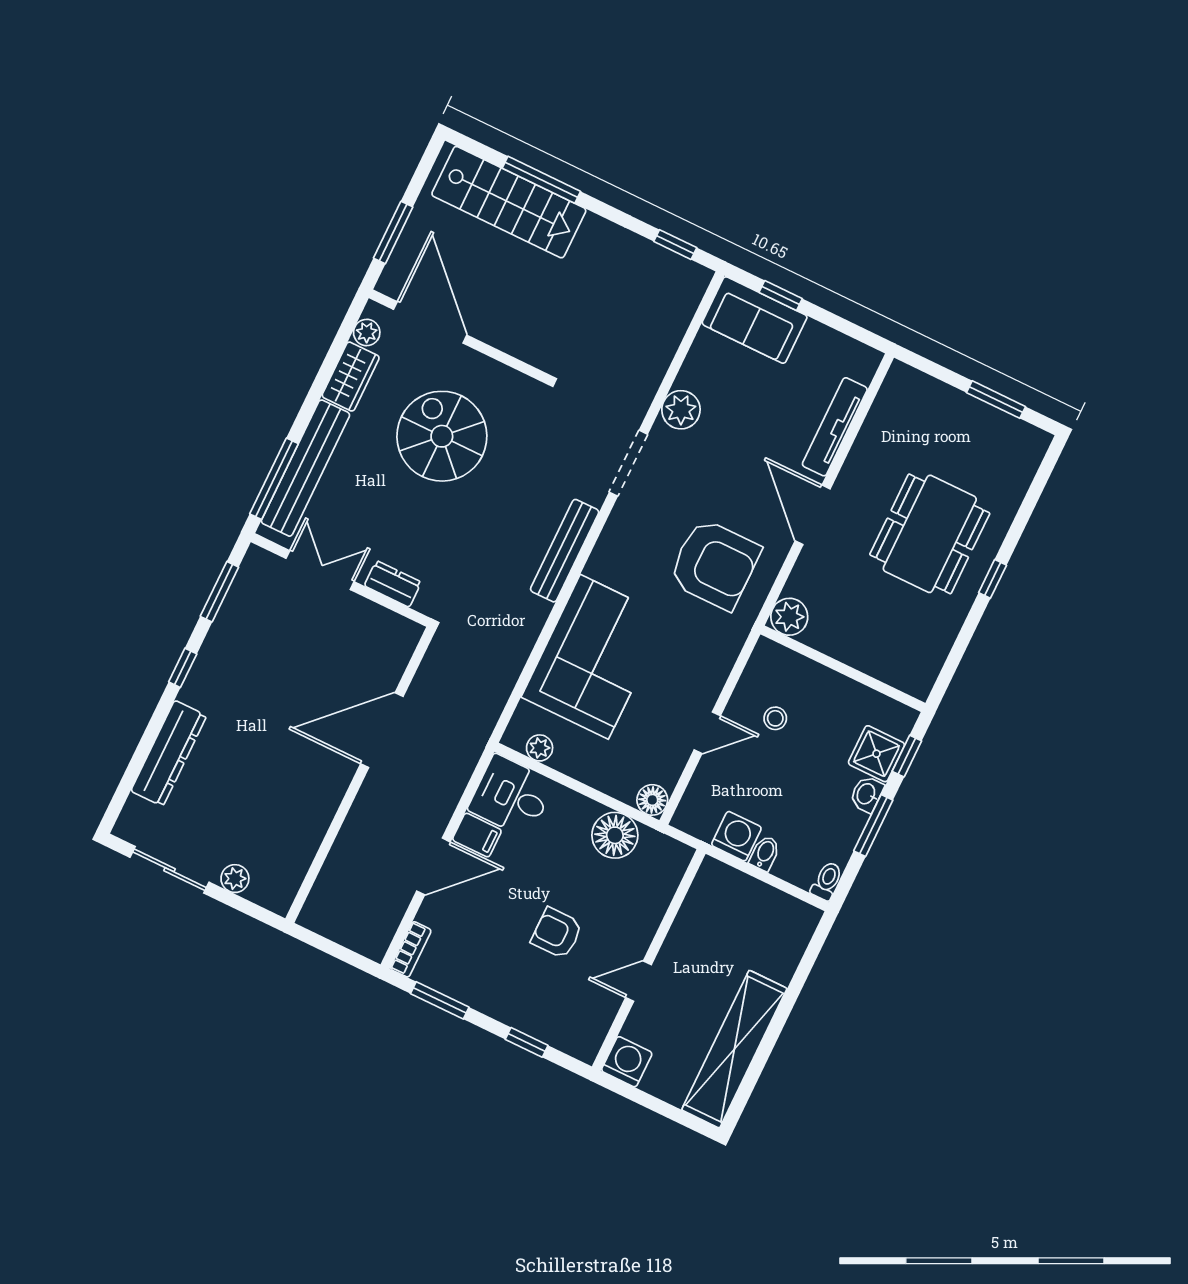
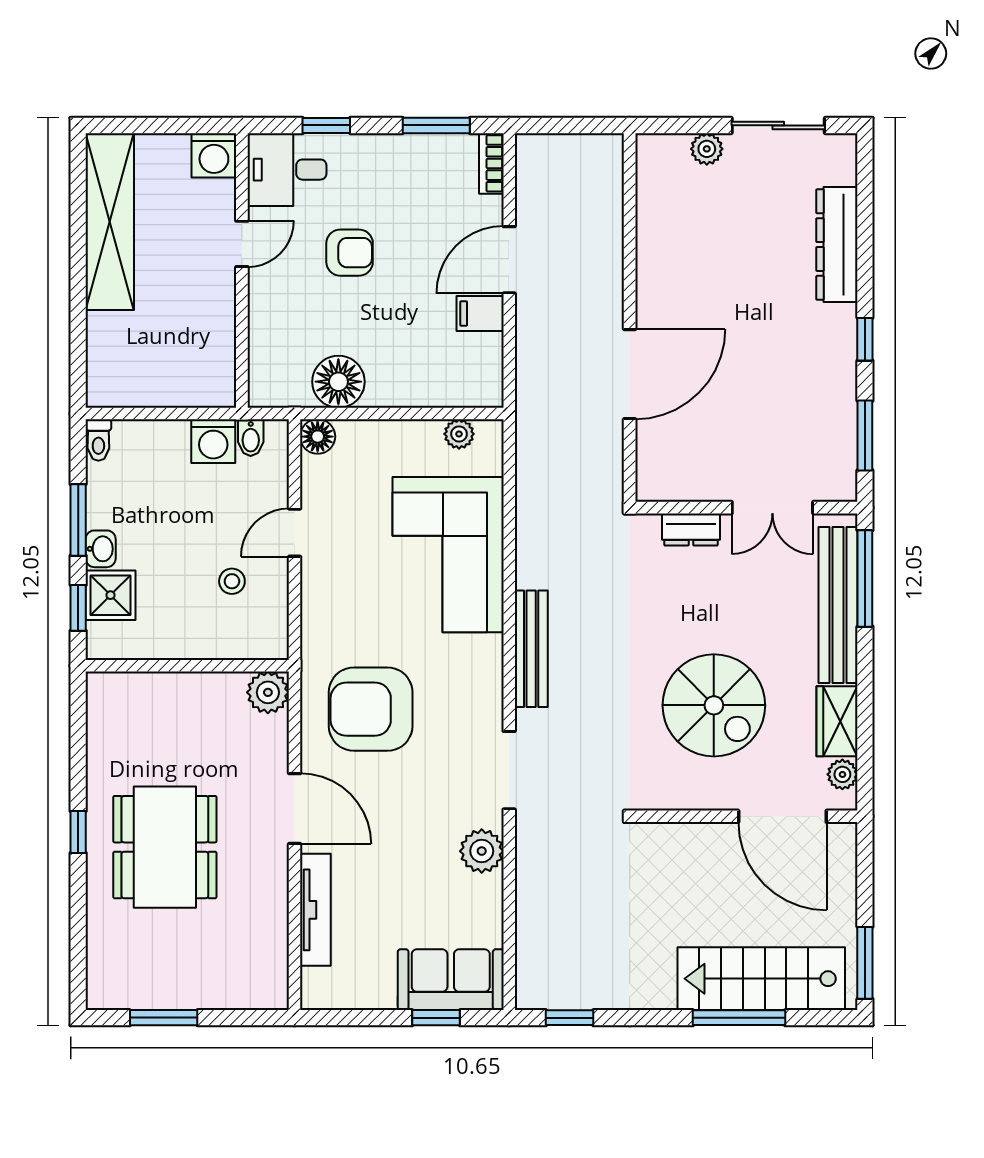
window: (393, 233) -> (865, 963), moved
desk: (511, 796) -> (287, 170), moved, turned 180
bidet: (765, 853) -> (251, 438), moved

